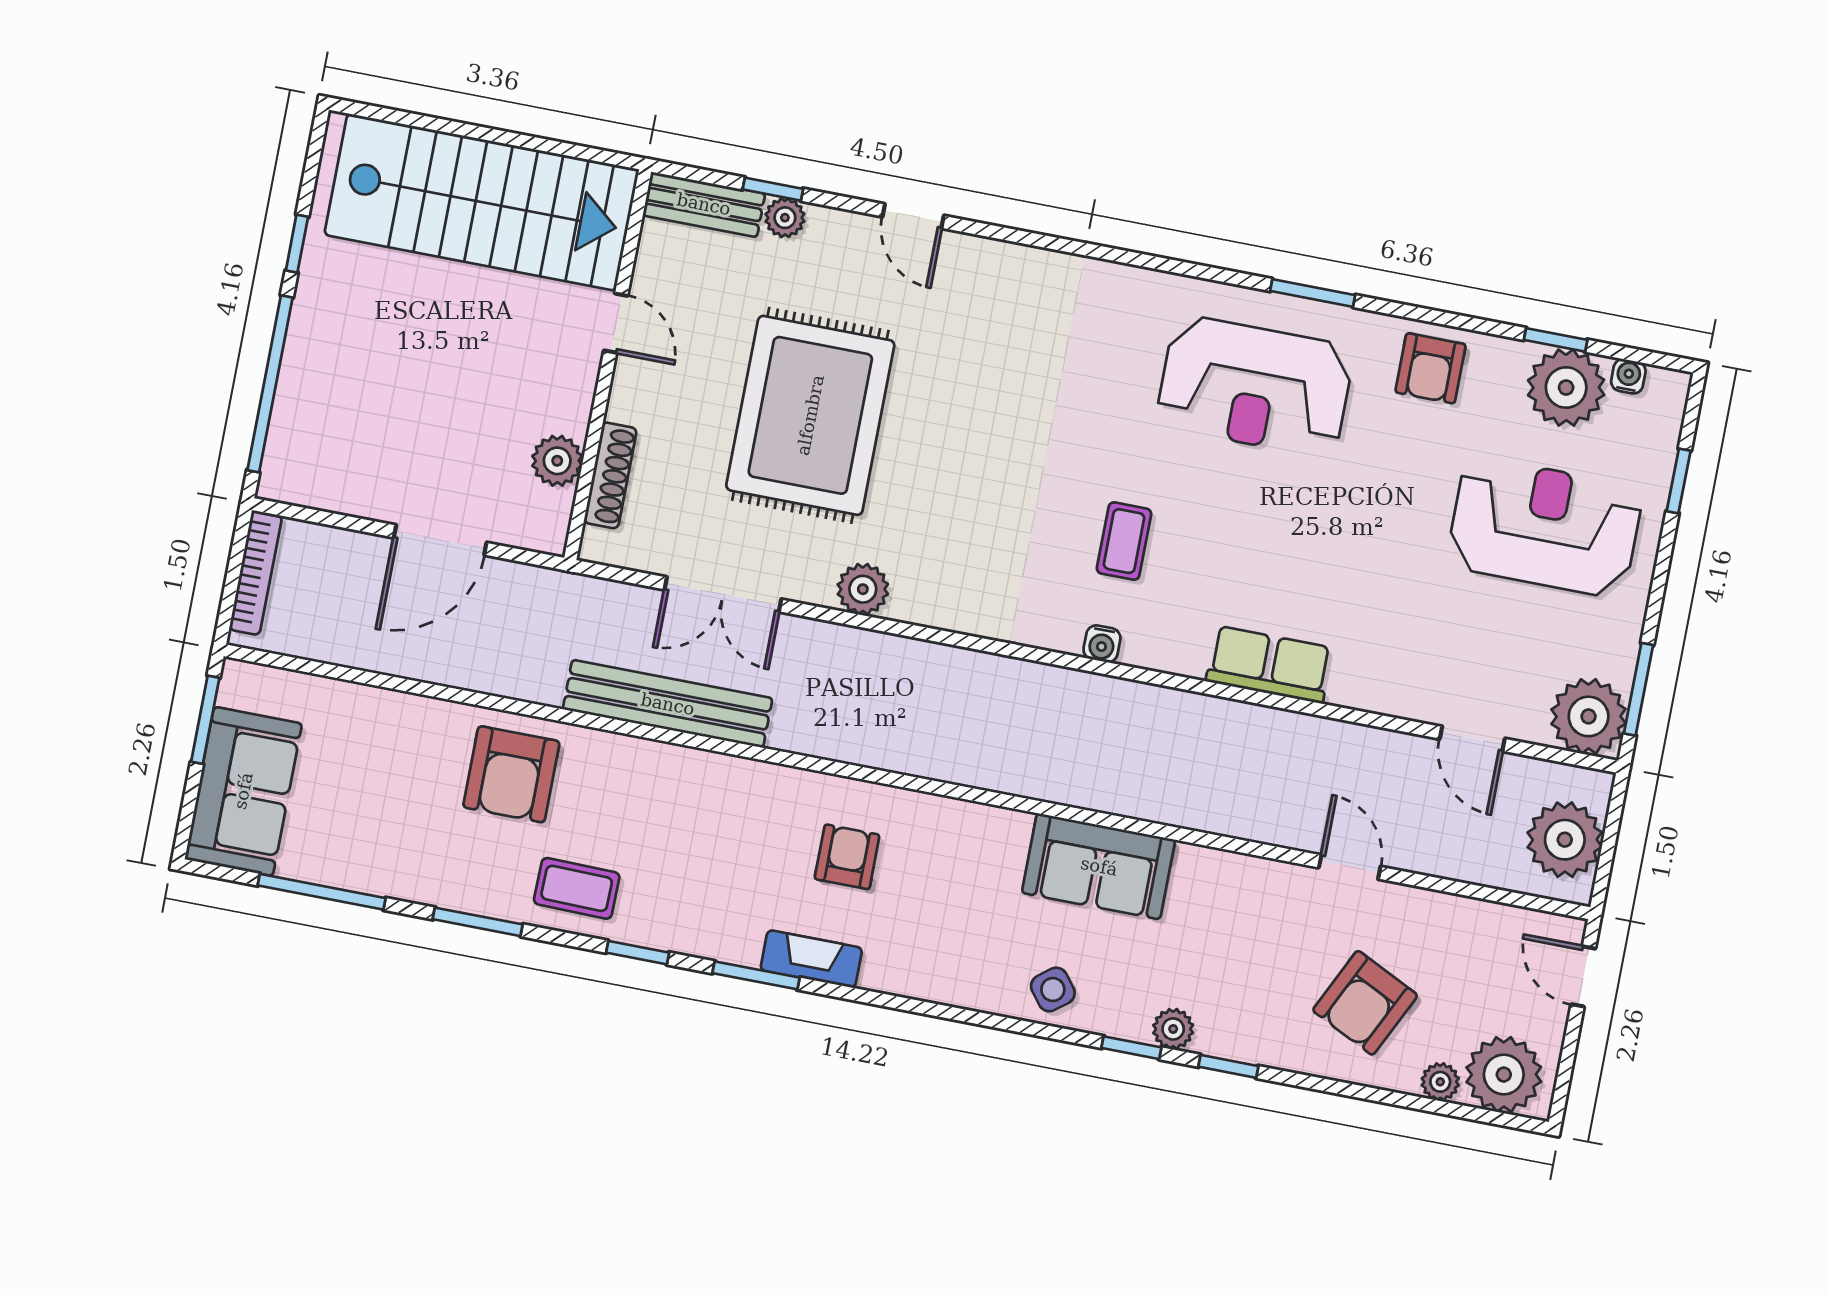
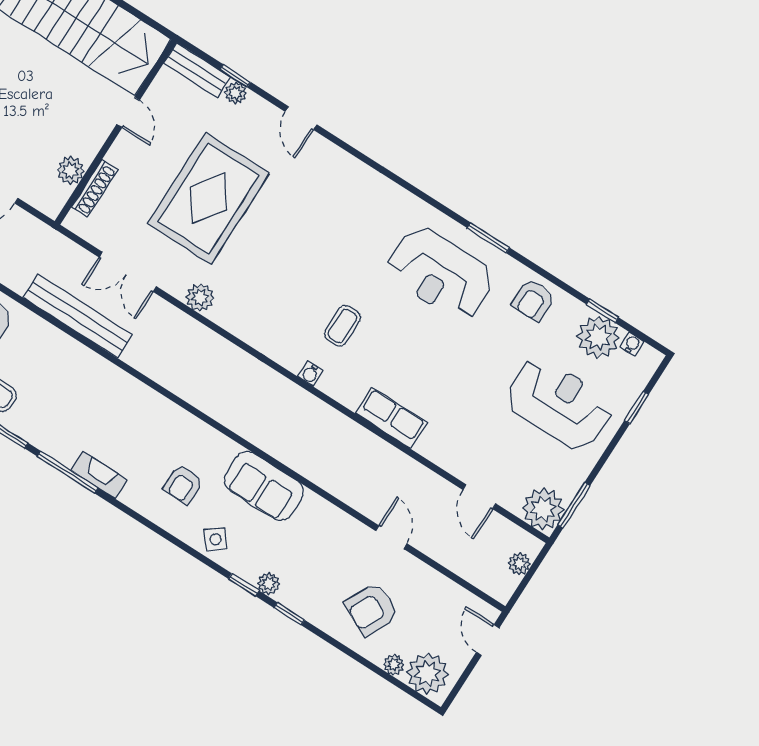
plant: (1565, 840) -> (519, 564), width x0.53, depth x0.53
armchair: (847, 857) -> (183, 484), moved, turned 180
window: (756, 975) -> (68, 472), width x1.44

